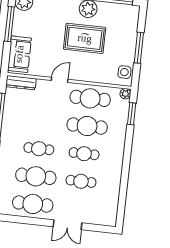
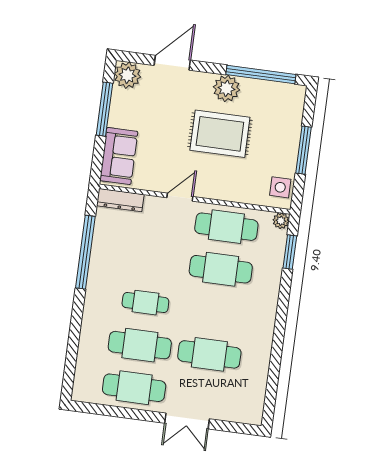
cafe table: (84, 154) -> (215, 312), removed
cafe table: (81, 181) -> (209, 354), width x1.37, depth x1.35

